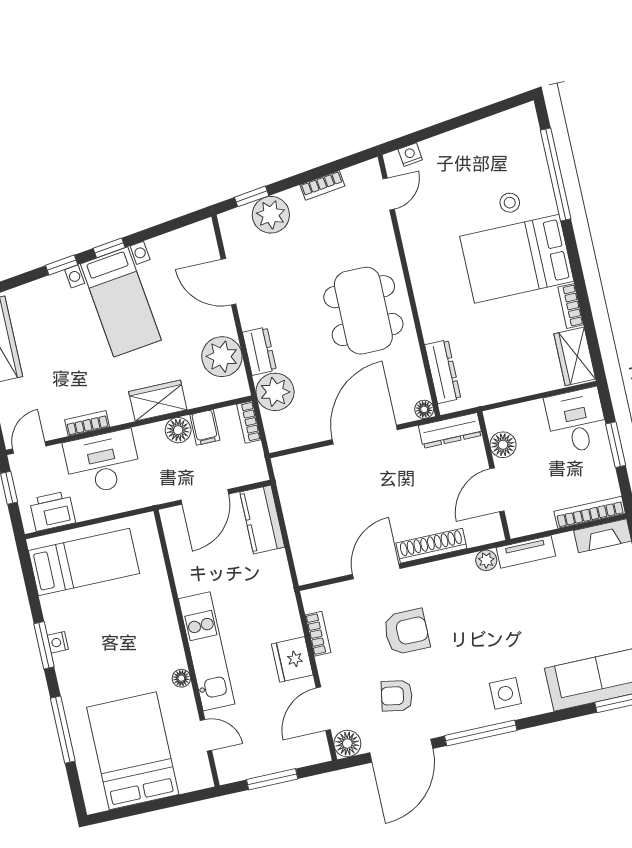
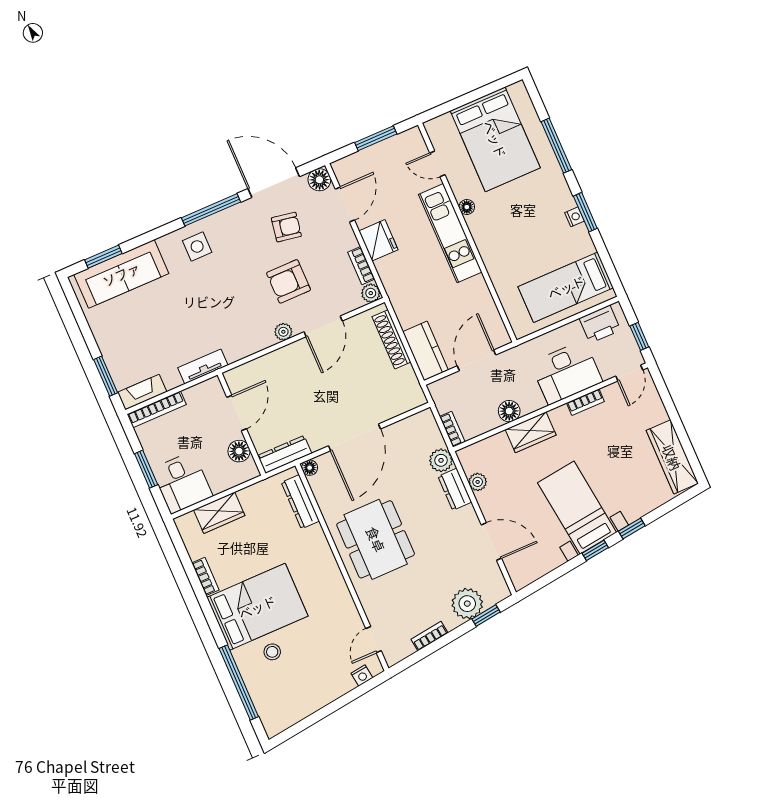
wardrobe: (575, 356) -> (219, 513), moved, turned 90
plant: (222, 357) -> (478, 482), width x0.53, depth x0.53
plant: (275, 392) -> (441, 460), width x0.73, depth x0.73
filing cabinet: (205, 427) -> (488, 418), removed
shoe rack: (431, 546) -> (391, 339), moved, turned 90
plant: (486, 560) -> (283, 332), moved
plant: (313, 599) -> (371, 293), added
door: (401, 751) -> (274, 183), hinge flipped

